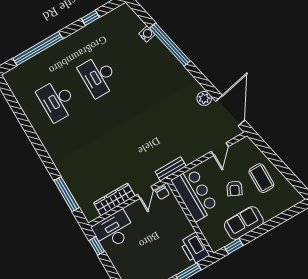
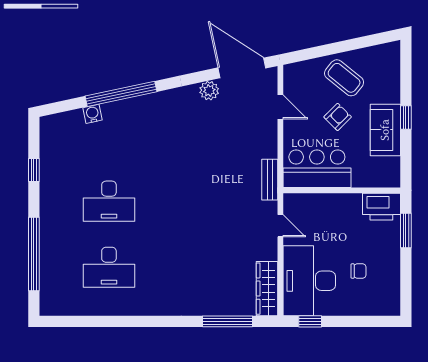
coffee table: (261, 178) -> (344, 78), turned 39
armchair: (235, 188) -> (338, 117), turned -71
chair: (162, 193) -> (358, 271), moved
wardrobe: (114, 199) -> (267, 289), moved
desk: (114, 230) -> (309, 281), width x1.36, depth x1.30
window: (234, 246) -> (406, 118), moved

